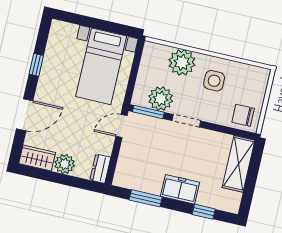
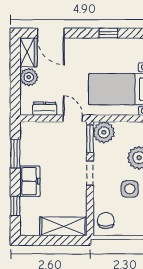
plant: (161, 99) -> (104, 132), moved
door: (25, 115) -> (51, 33), moved
dresser: (100, 169) -> (45, 109), moved

